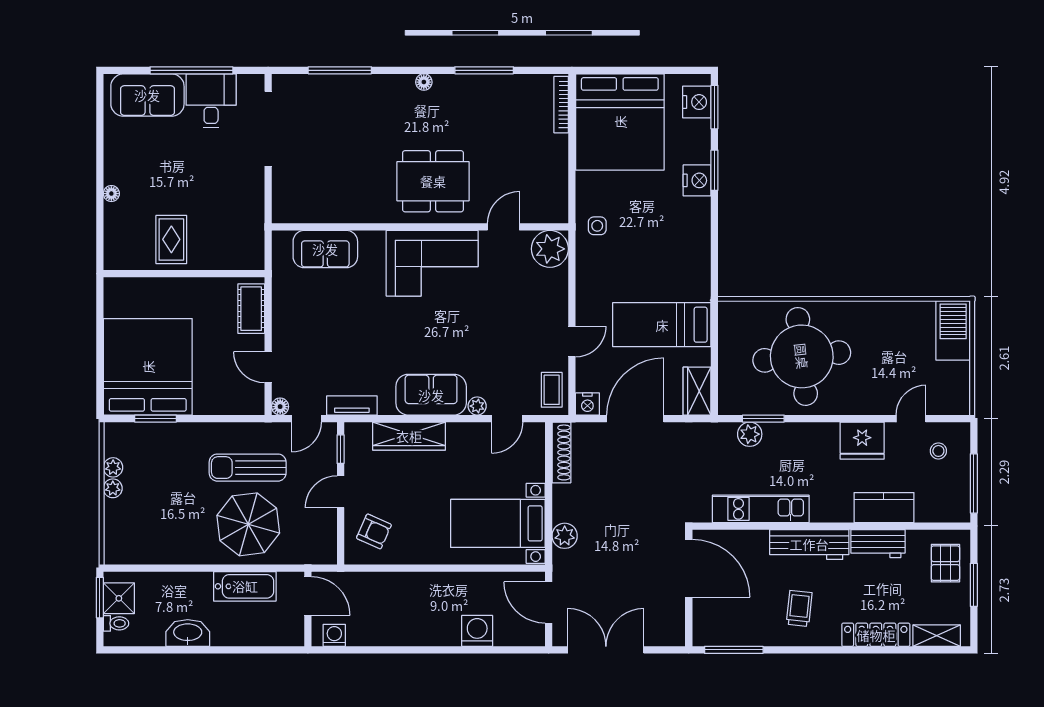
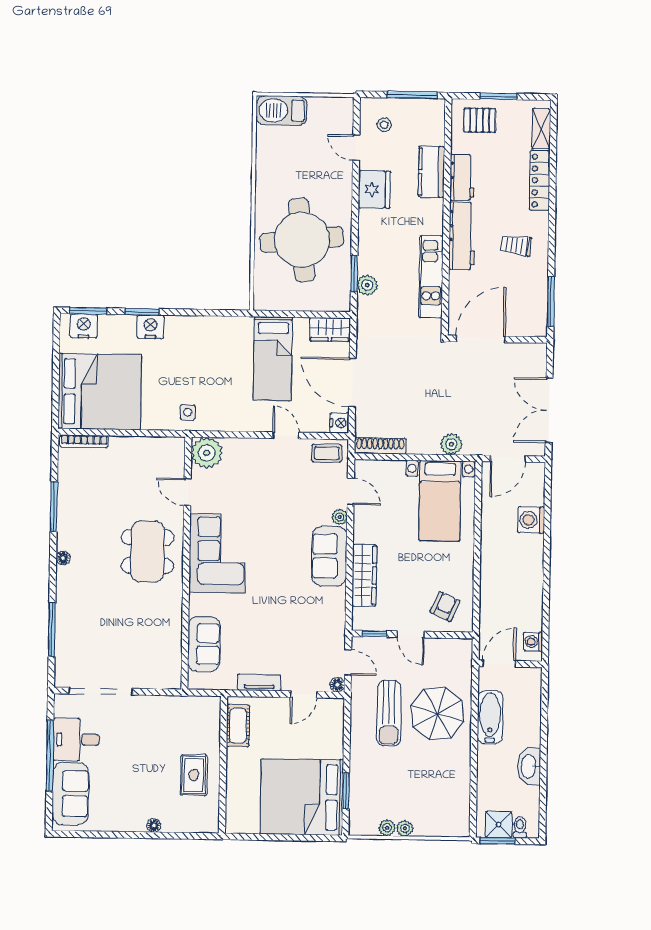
rug: (171, 239) -> (194, 775), turned 90
cot: (251, 309) -> (238, 726), moved, turned 90
tv unit: (352, 405) -> (259, 683), moved, turned 90

